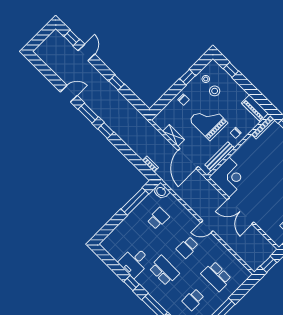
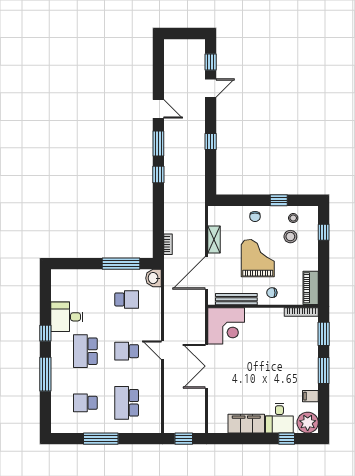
school desk: (164, 271) -> (85, 351), turned 180

